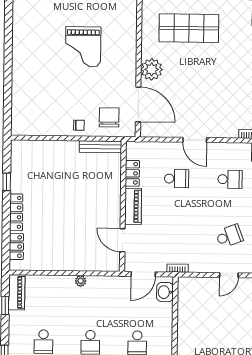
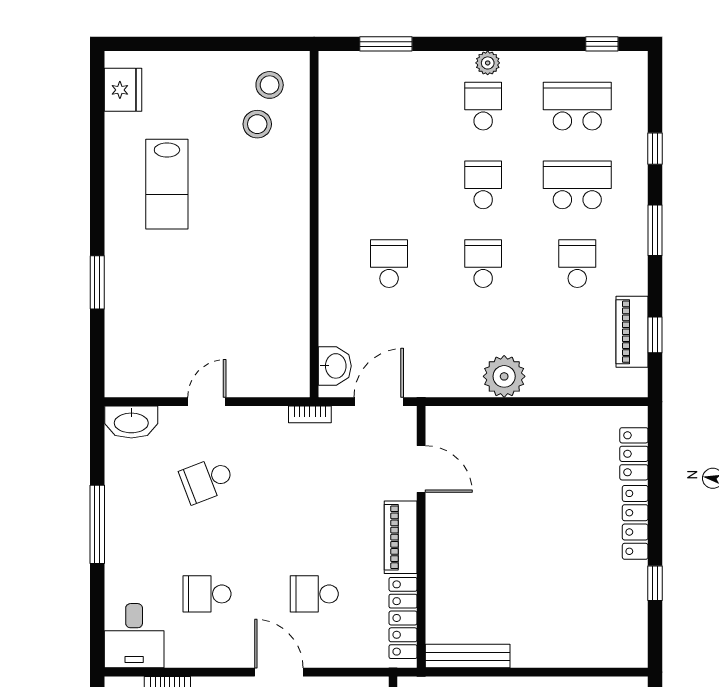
locker: (132, 173) -> (403, 618), width x1.53
plant: (81, 281) -> (504, 376), width x1.87, depth x1.87
piano: (17, 292) -> (632, 332), moved

